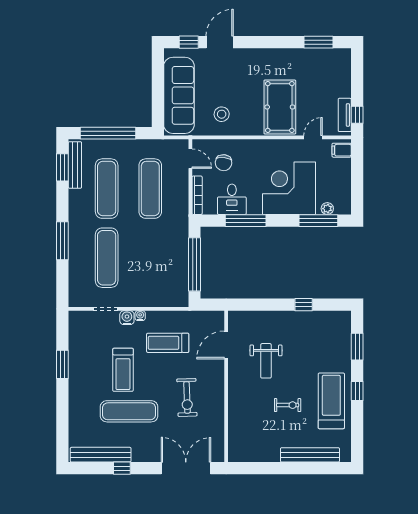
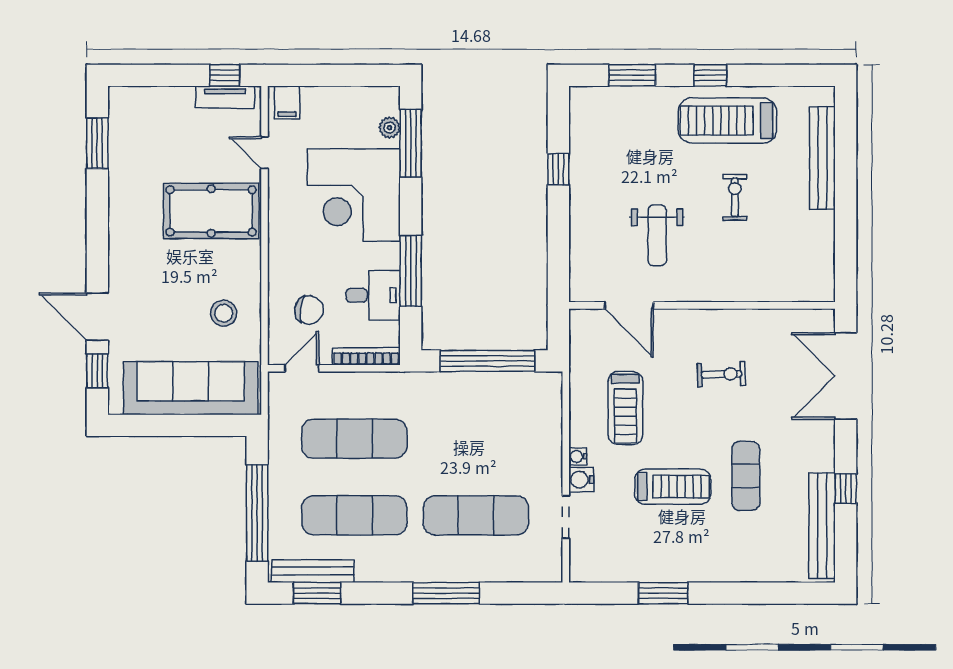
weight bench: (266, 361) -> (657, 235), turned 90
exercise bike: (187, 397) -> (721, 374), width x0.73, depth x0.72
exercise mat: (129, 411) -> (746, 476), width x0.73, depth x0.69

